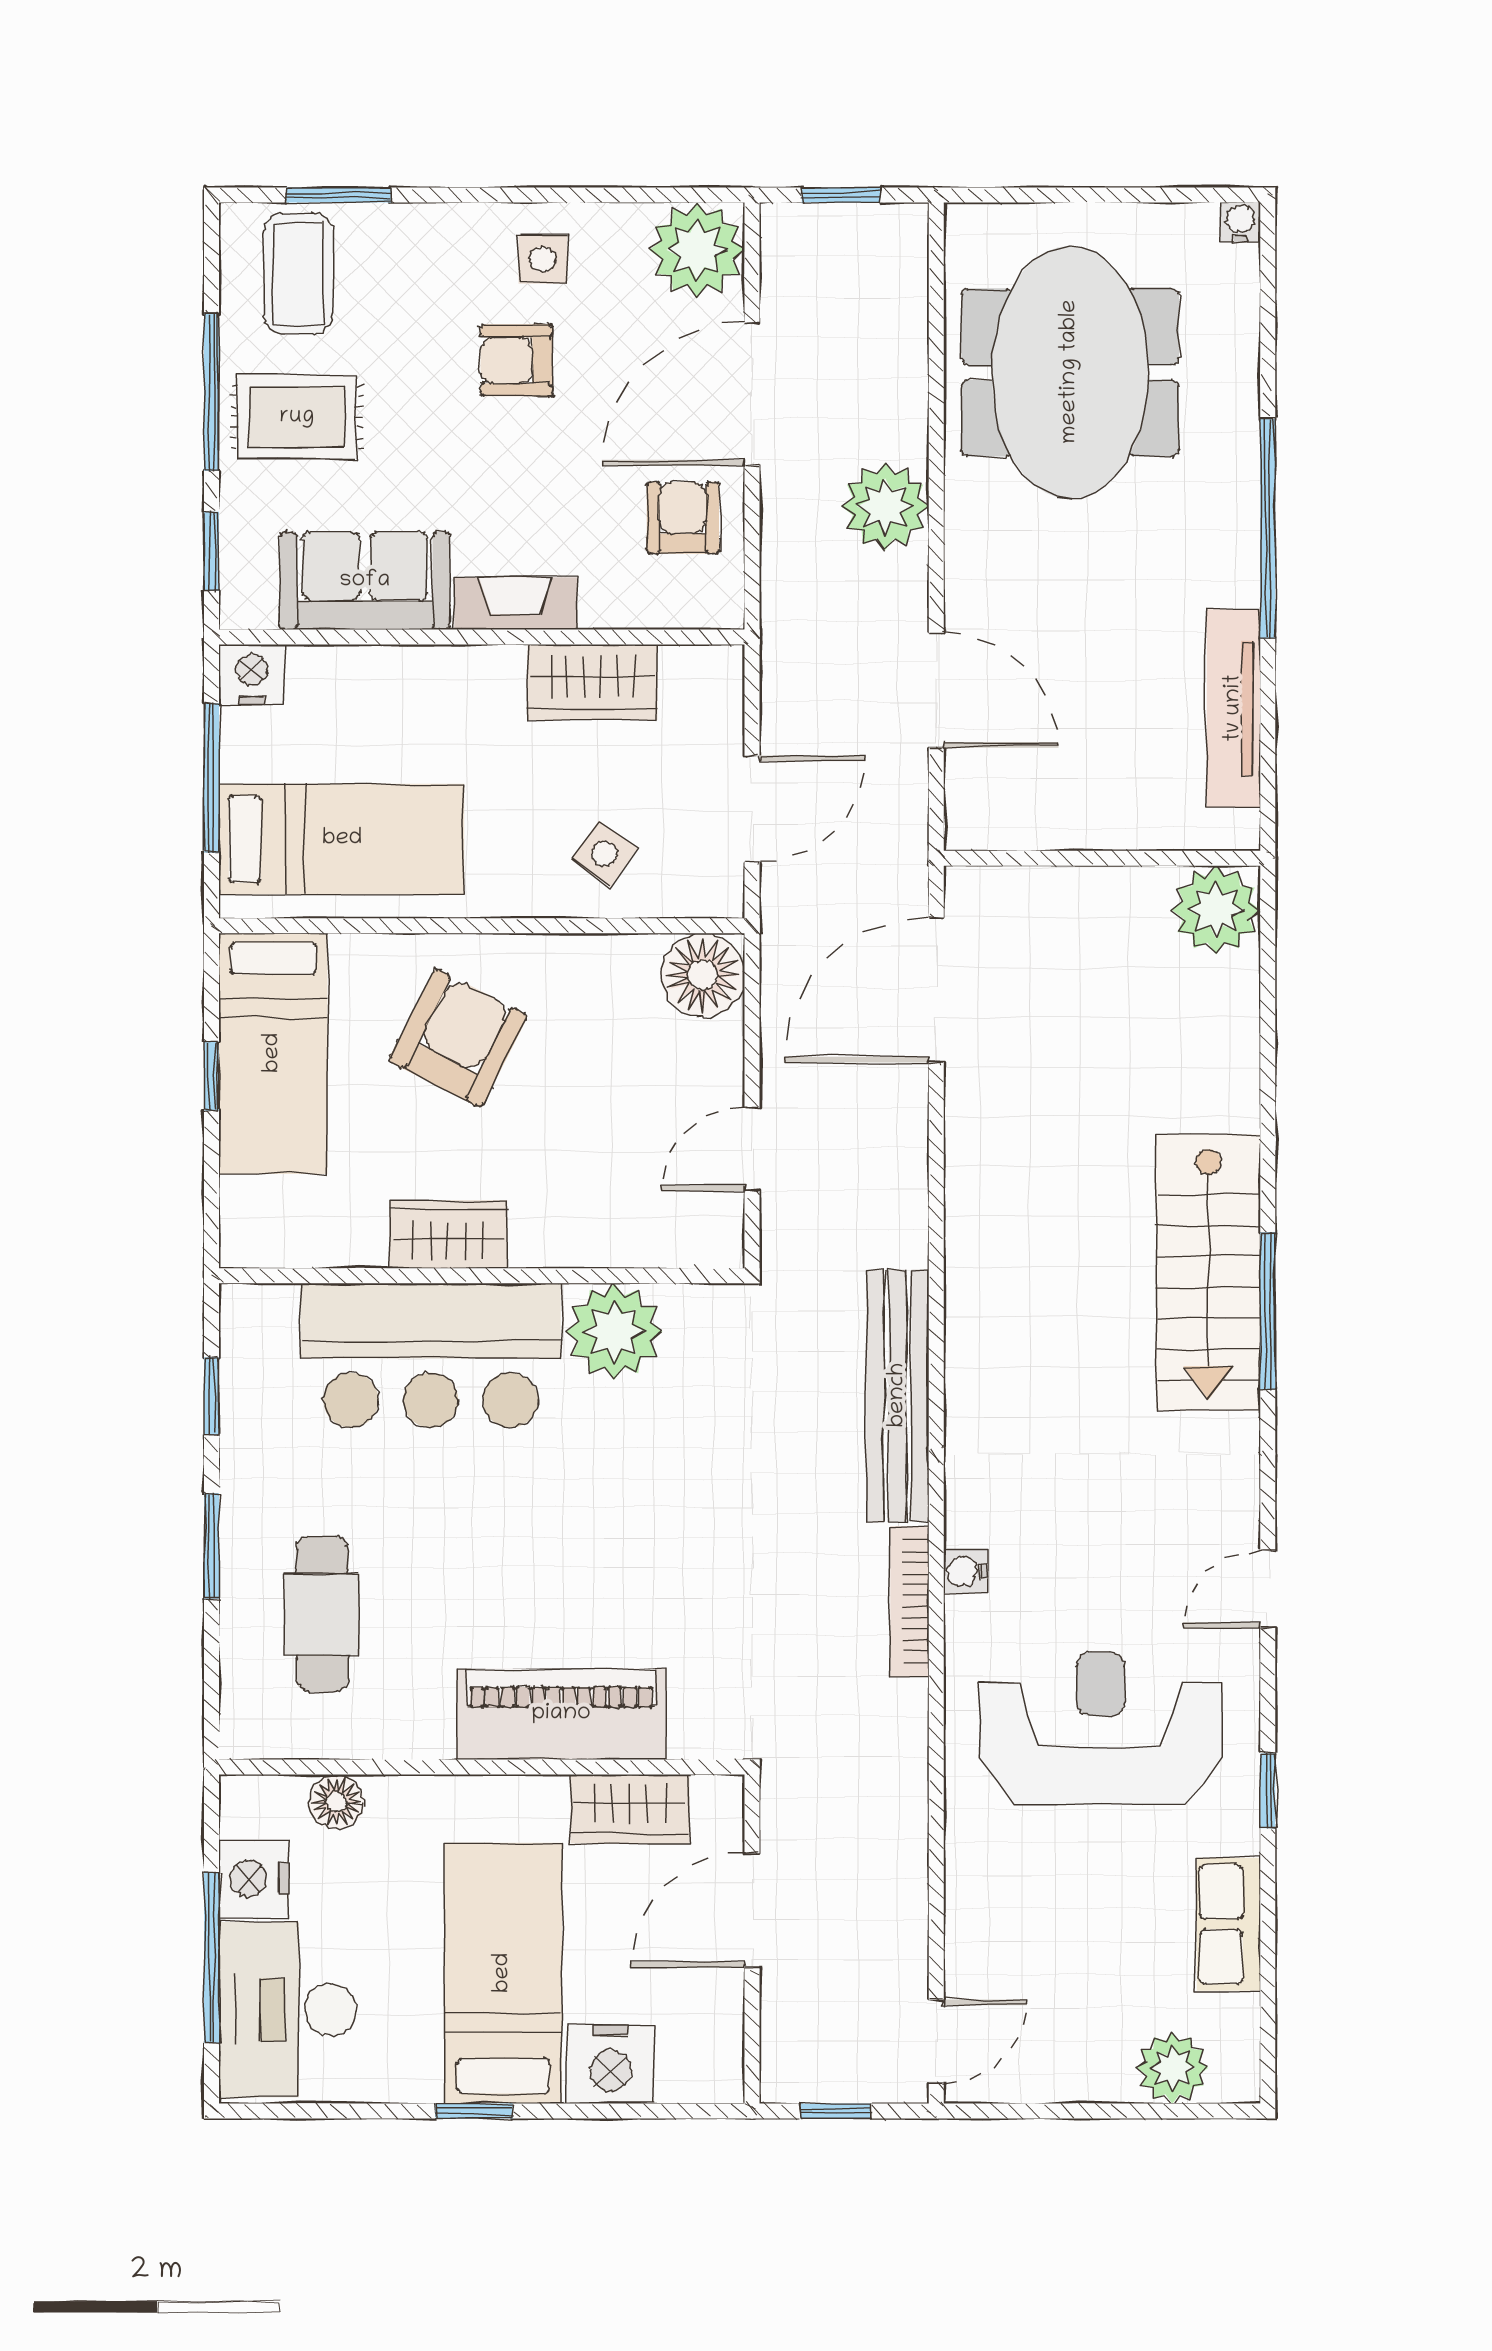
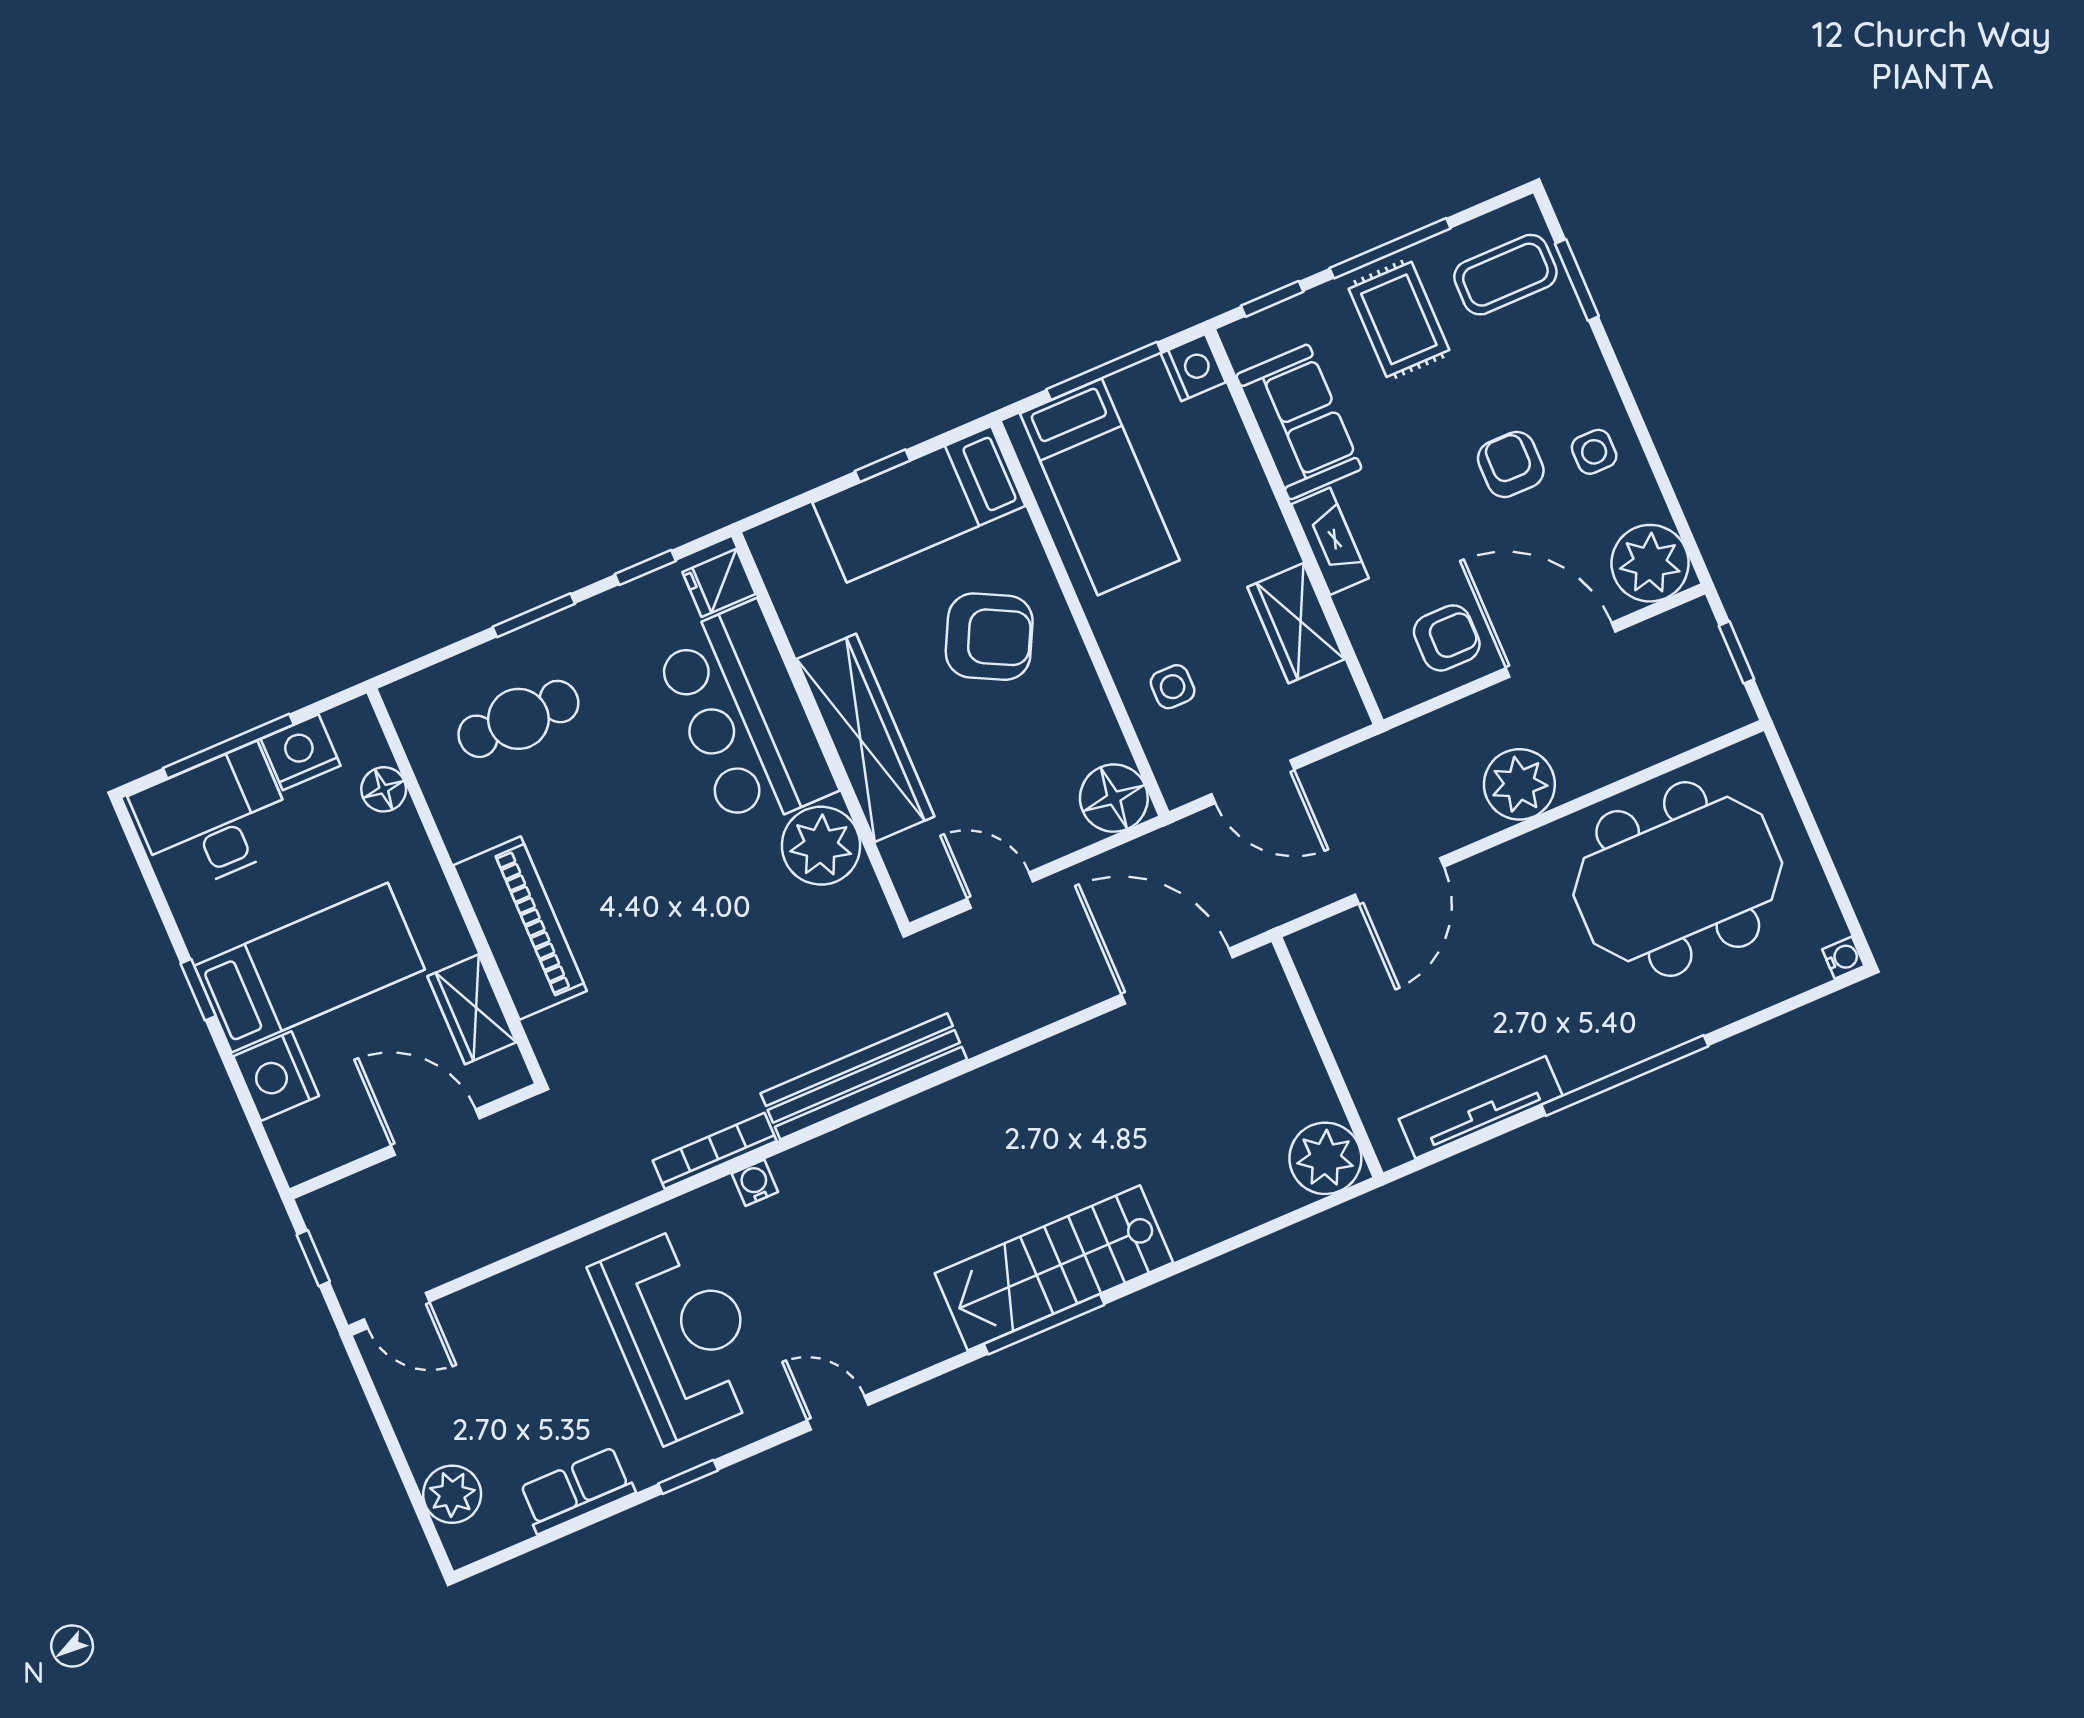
side table: (605, 854) -> (1173, 687), turned -35
wardrobe: (448, 1234) -> (865, 738), width x2.10, depth x1.17
fridge: (265, 1319) -> (719, 583), added

